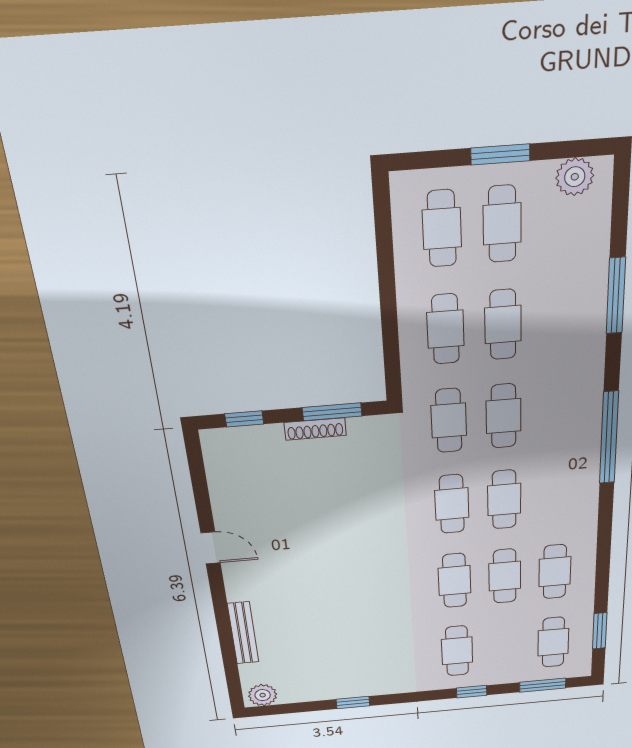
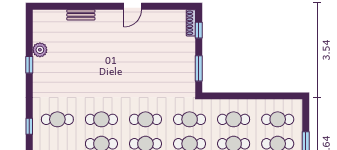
shoe rack: (315, 429) -> (191, 23), moved
bench: (243, 633) -> (81, 15), width x0.73
plant: (263, 695) -> (40, 50), moved

